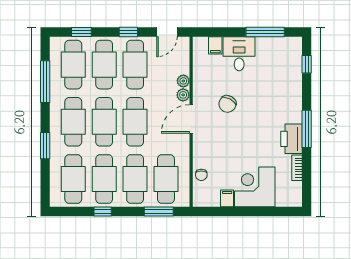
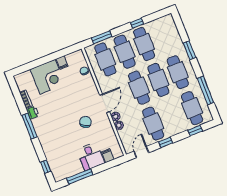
cafe table: (104, 65) -> (173, 116), removed
printer: (291, 139) -> (33, 113), width x0.53, depth x0.68
cafe table: (73, 179) -> (163, 36), removed

